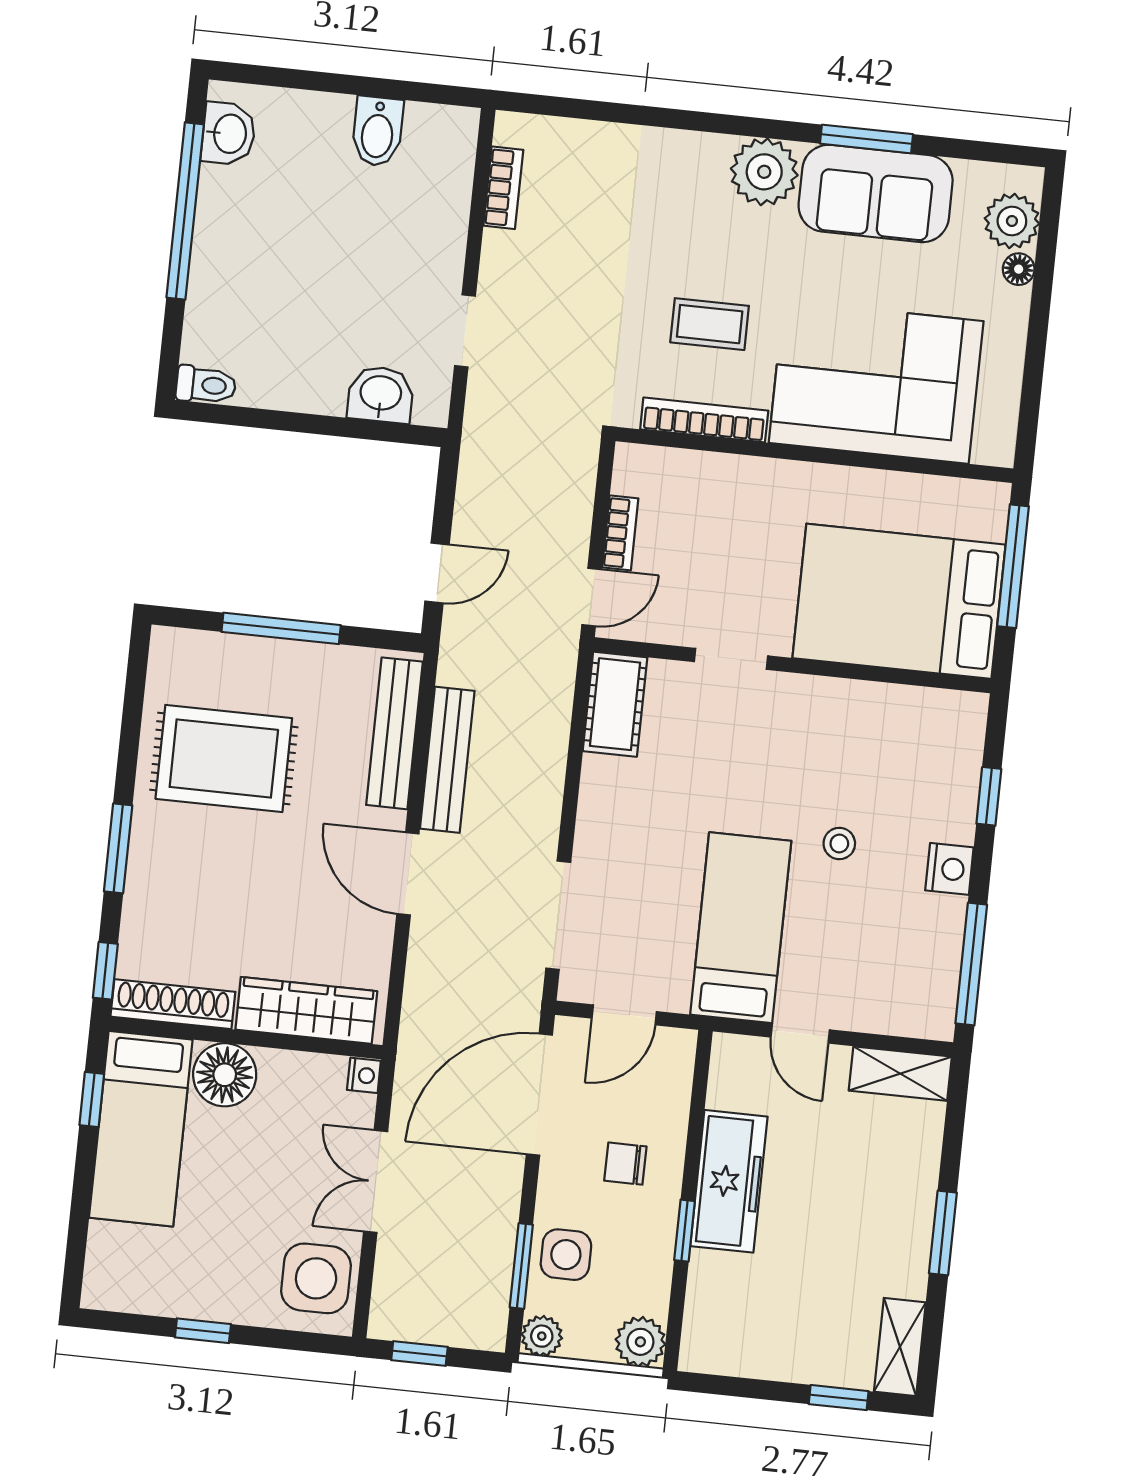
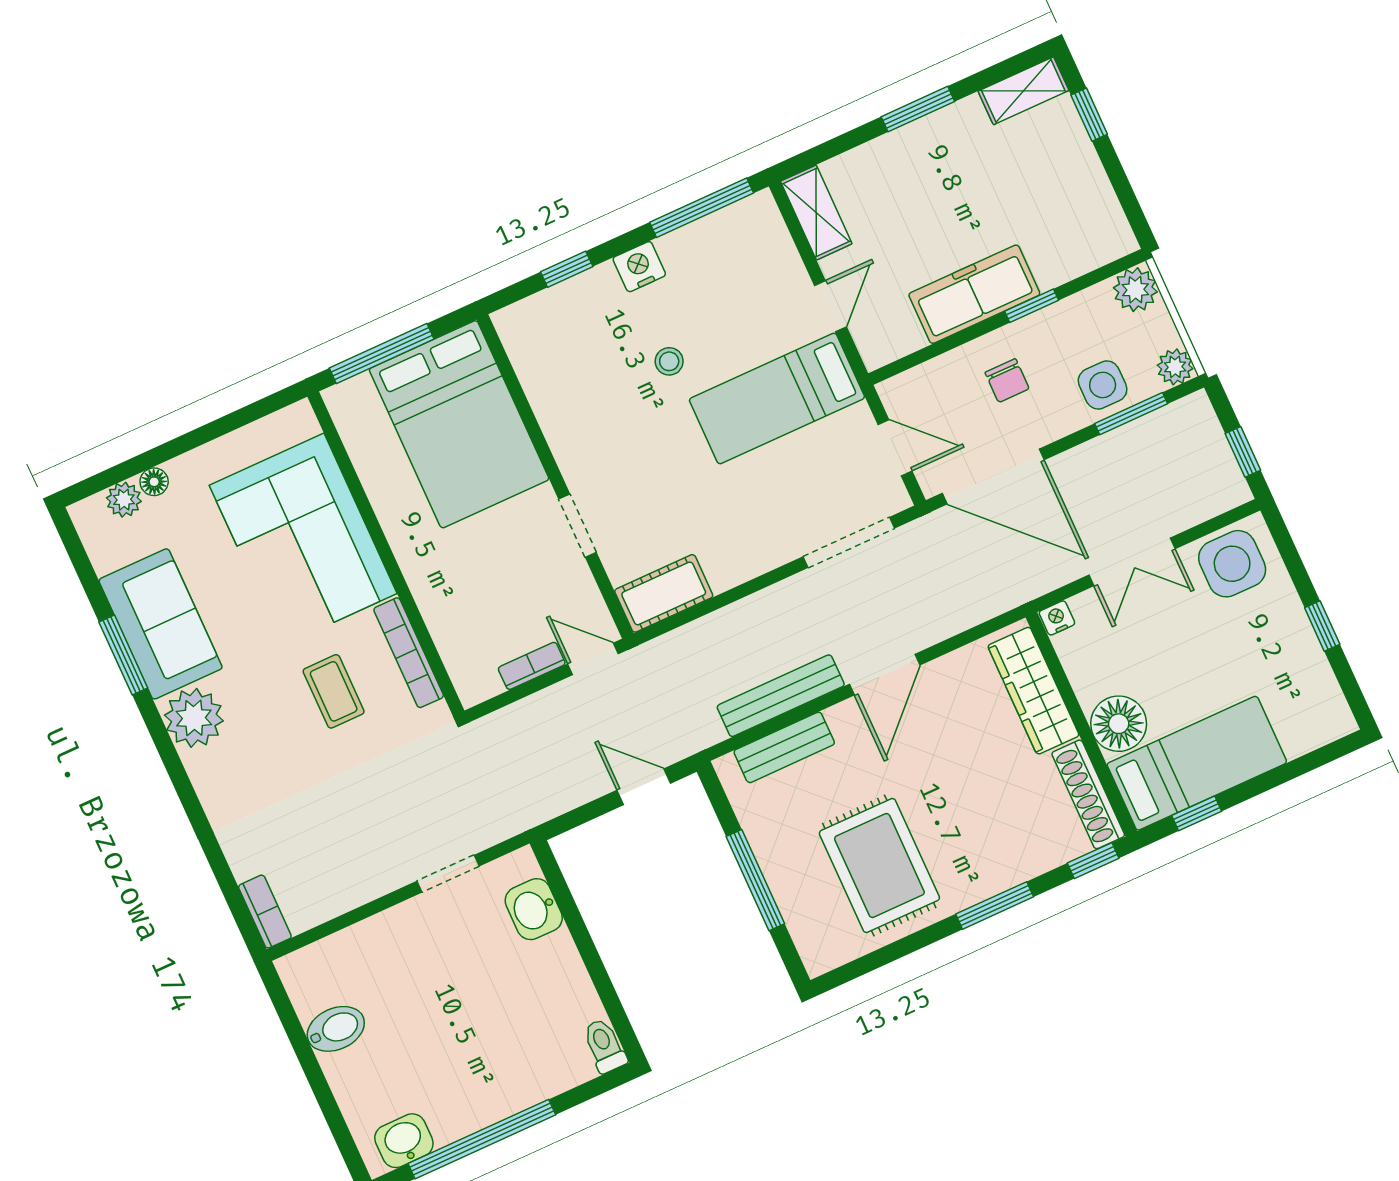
bookcase: (503, 188) -> (265, 912), moved, turned 90
plant: (1012, 221) -> (124, 500), width x0.73, depth x0.73
bench: (395, 733) -> (784, 747), width x0.73

